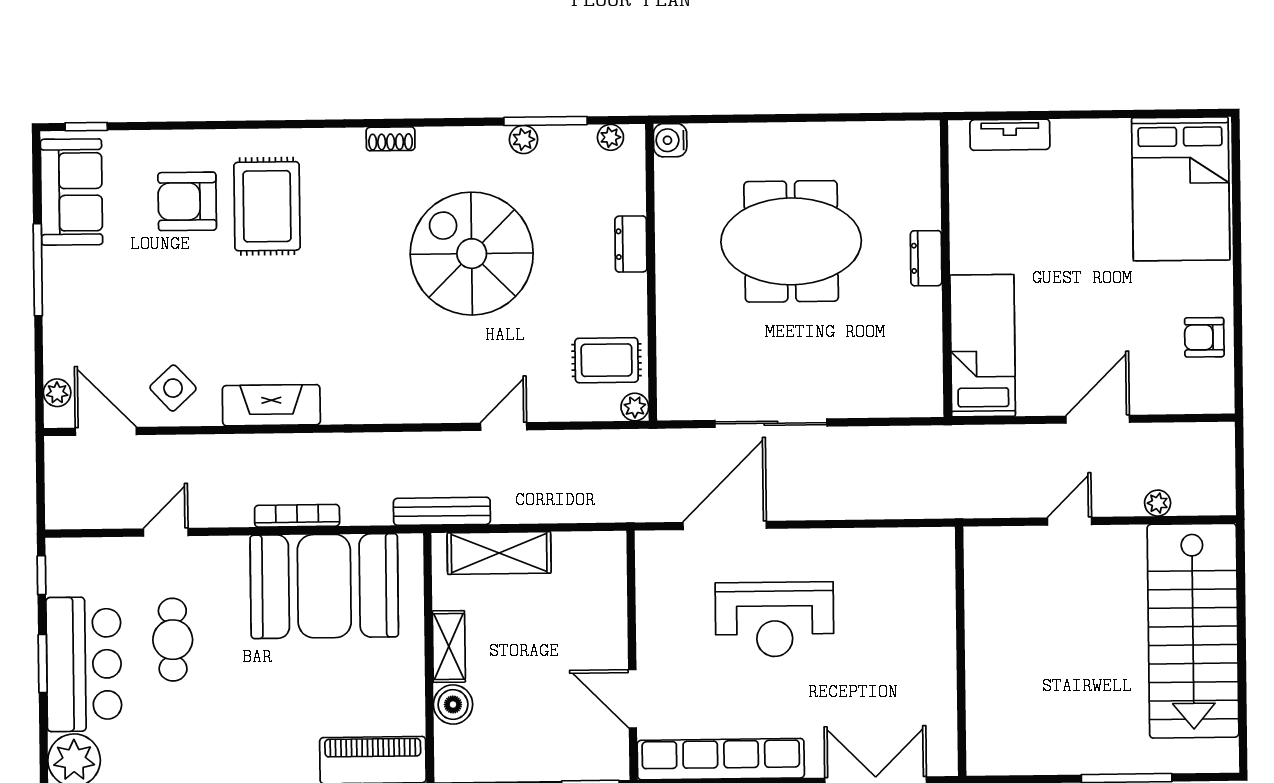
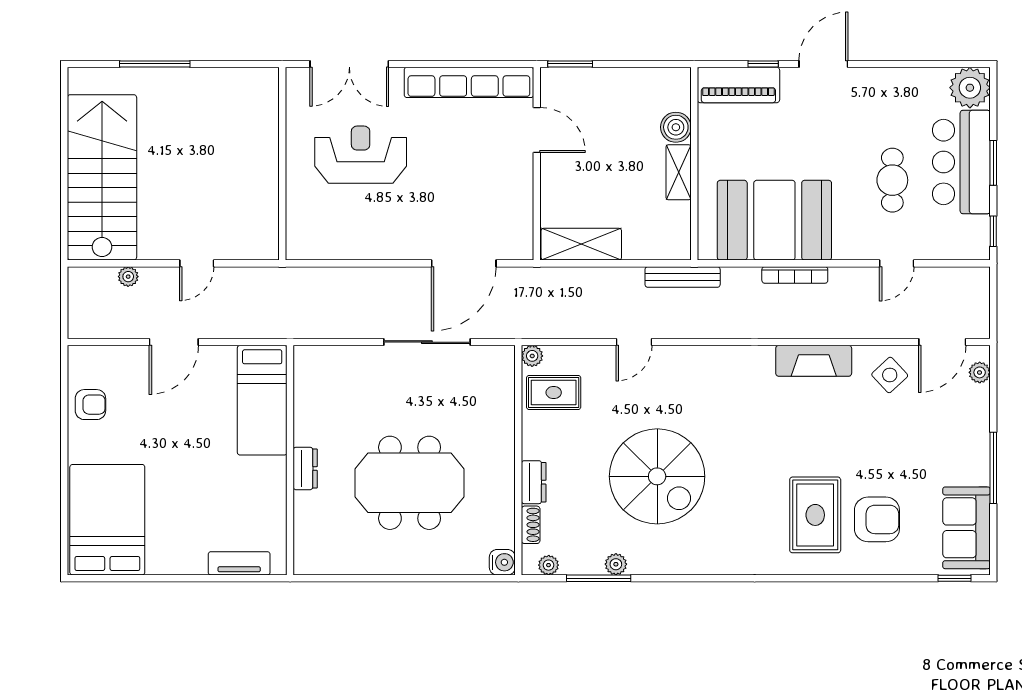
shoe rack: (391, 139) -> (531, 525), moved, turned 90
door: (106, 431) -> (942, 342), hinge flipped
shelving: (499, 553) -> (581, 244), moved
reception desk: (775, 619) -> (361, 155), moved

